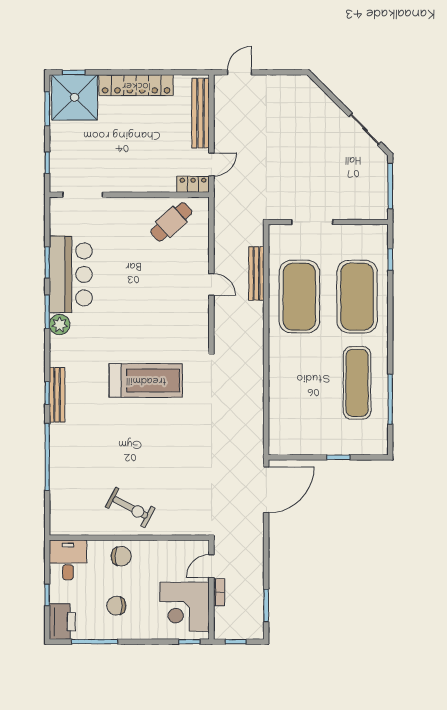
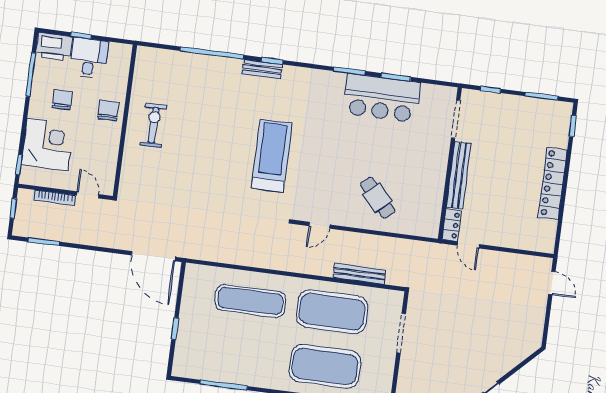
shower: (75, 97) -> (549, 124), removed
bench: (201, 113) -> (459, 175), moved, turned 90
cafe table: (171, 222) -> (377, 198), moved
door: (211, 284) -> (320, 225), moved
plant: (60, 325) -> (335, 81), removed
treadmill: (146, 380) -> (272, 156), turned 180
exercise mat: (357, 383) -> (250, 301), moved
bench: (57, 395) -> (262, 69), width x0.73
exercise bike: (130, 507) -> (153, 125), turned 152
chair: (121, 556) -> (108, 111), turned 180
desk: (68, 560) -> (89, 58), moved, turned -90
bookcase: (219, 592) -> (55, 198), width x1.56
corner desk: (185, 607) -> (47, 144), moved, turned 90

